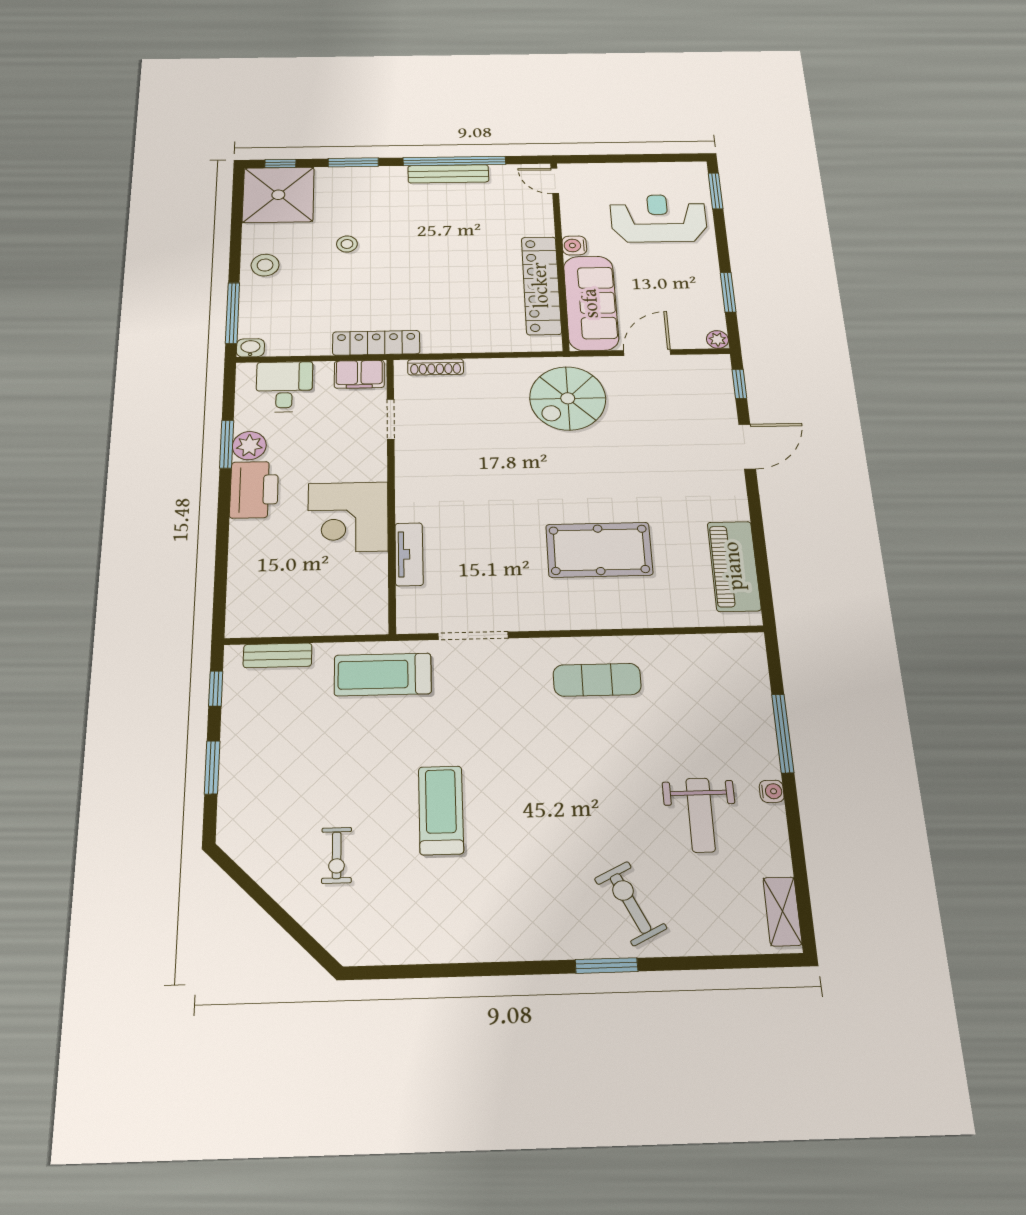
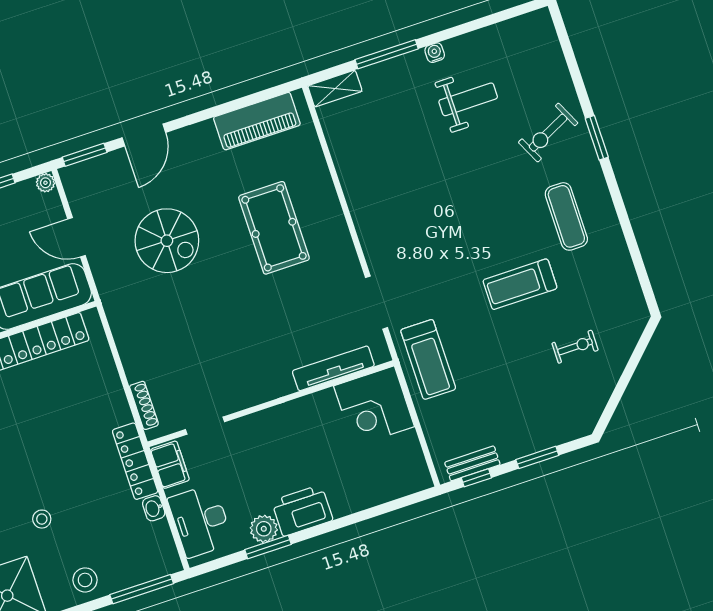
washbasin: (250, 348) -> (154, 508), moved
window: (739, 384) -> (85, 155), width x1.50
desk: (284, 387) -> (200, 521), width x1.37
spiral stairs: (568, 398) -> (167, 241), moved
door: (747, 447) -> (144, 135), swing flipped
corner desk: (348, 517) -> (374, 406), moved, turned 90
tv unit: (409, 554) -> (333, 368), width x1.41
bench: (278, 655) -> (472, 463), moved, turned 90
exercise mat: (597, 680) -> (566, 216), moved
shelving: (782, 911) -> (335, 89), moved

